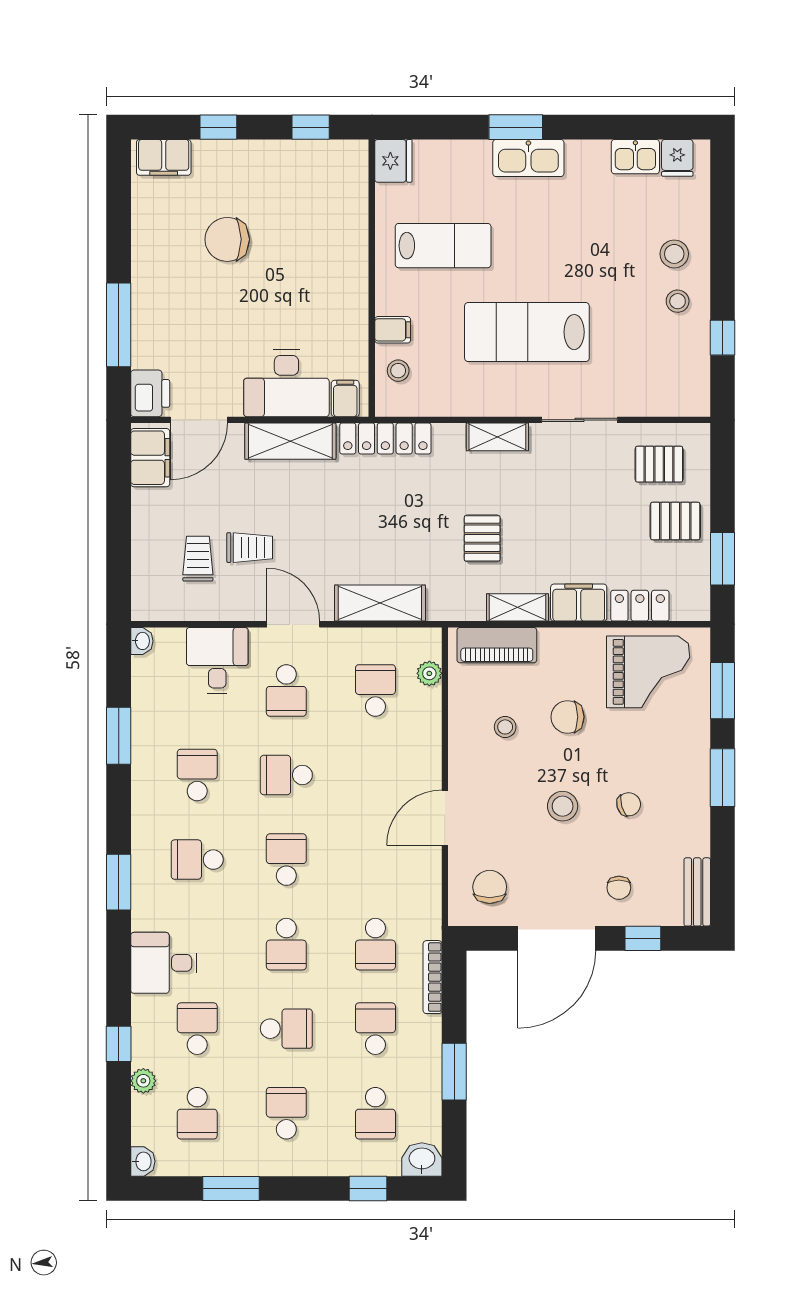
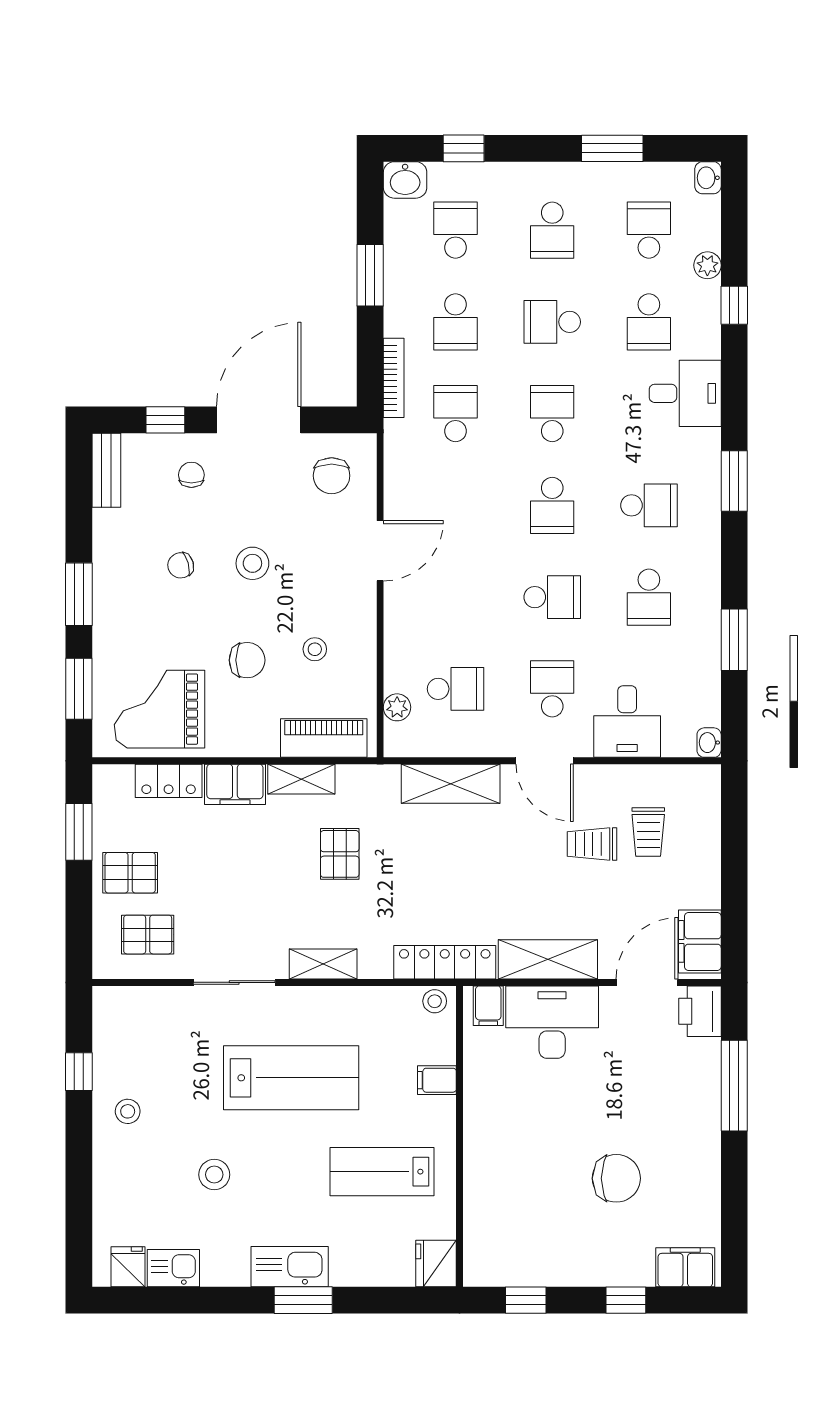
stool: (674, 254) -> (214, 1175), moved
stool: (398, 371) -> (435, 1001), moved
school desk: (375, 690) -> (456, 689), turned -90

